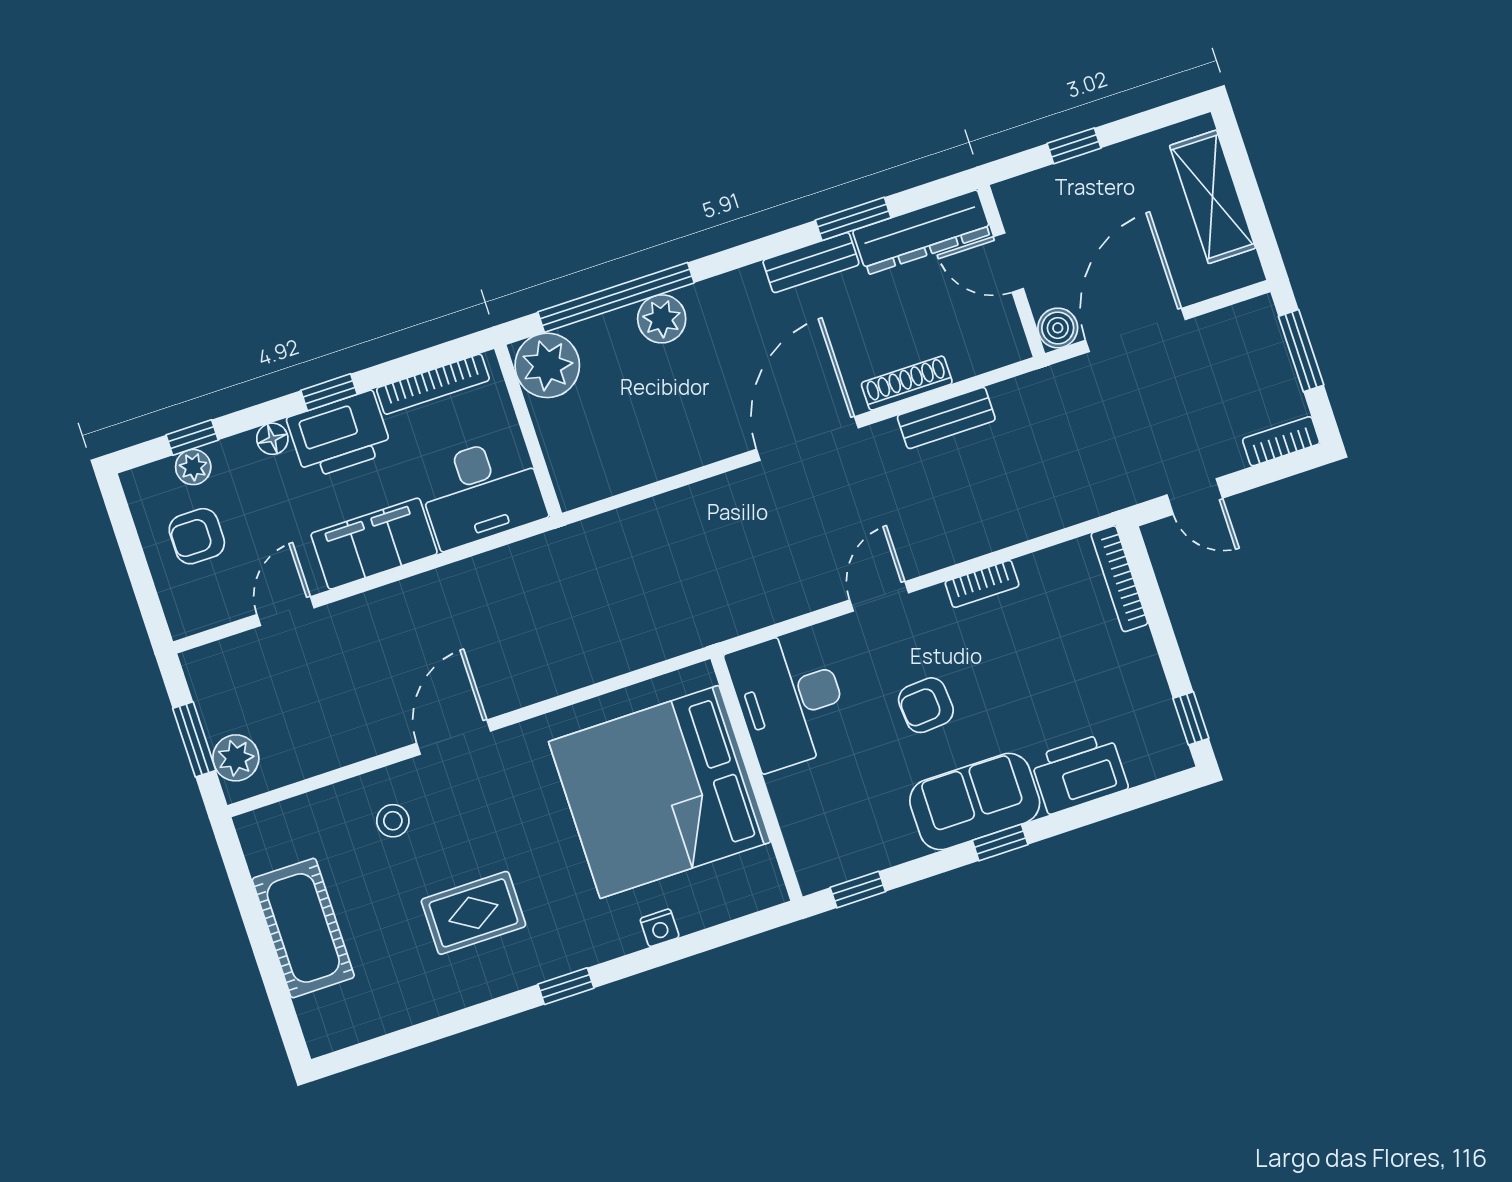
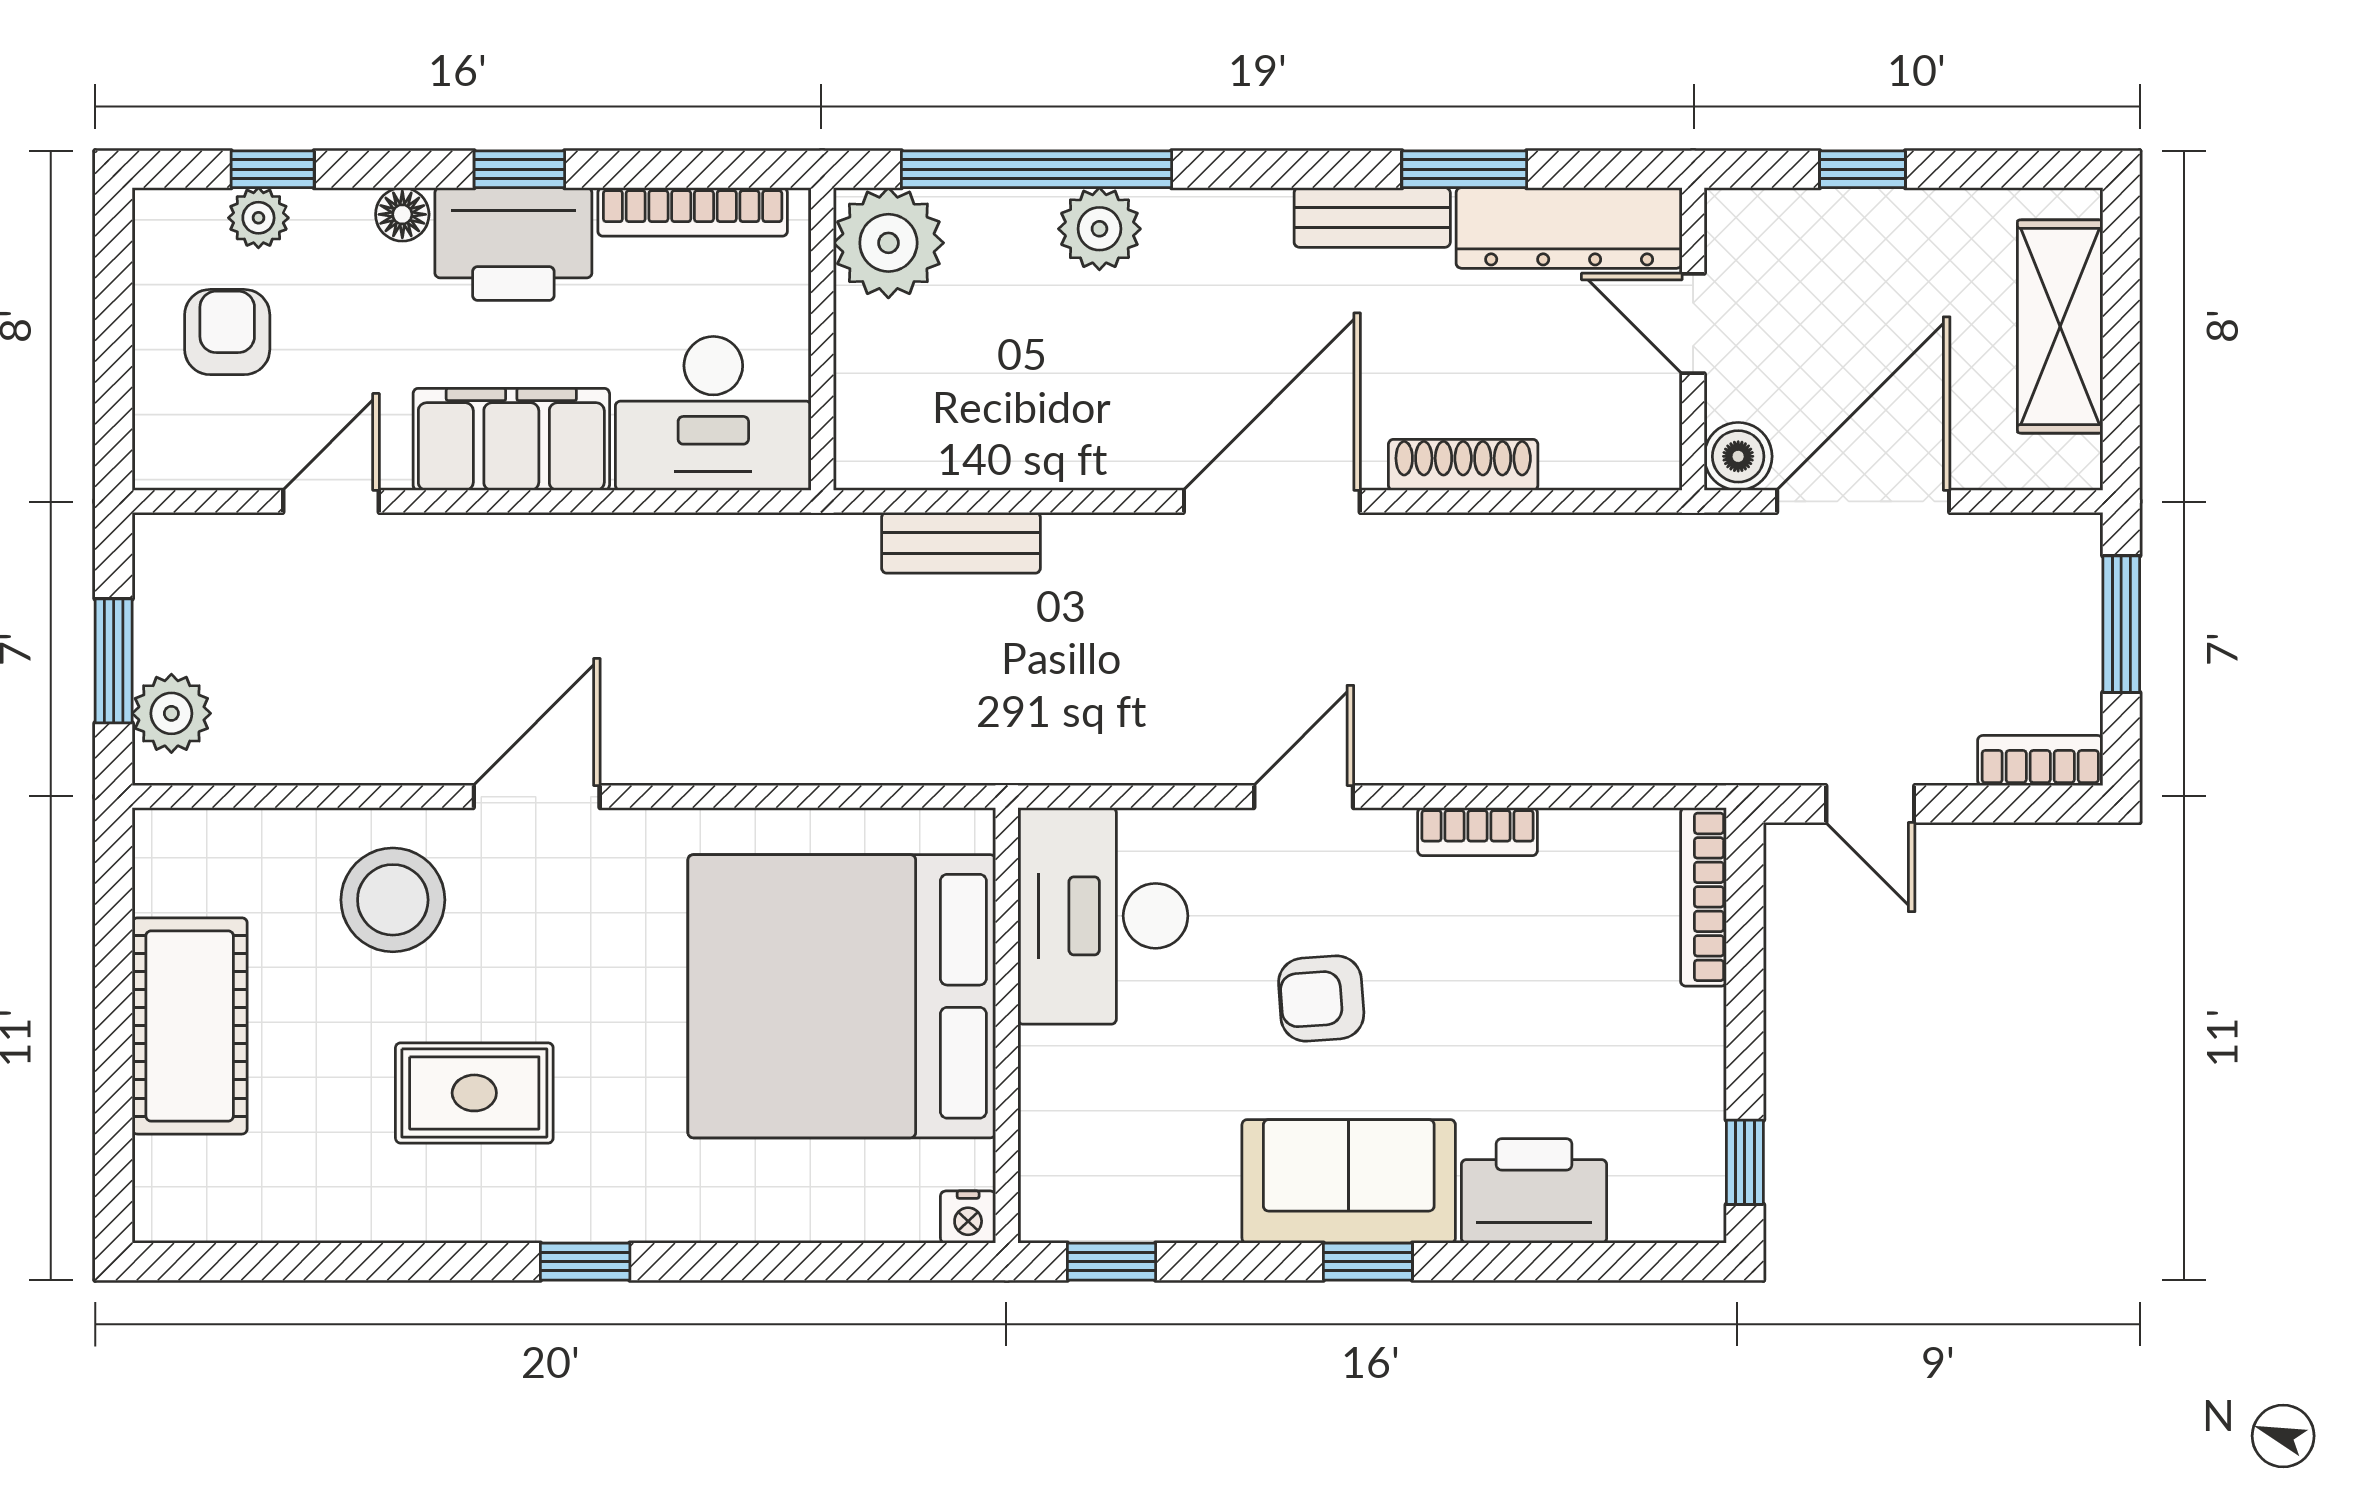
bench: (946, 418) -> (961, 543), moved
armchair: (197, 536) -> (227, 332), turned 90
stool: (393, 821) -> (393, 900), width x1.89, depth x1.89
nightstand: (660, 928) -> (968, 1217), moved

